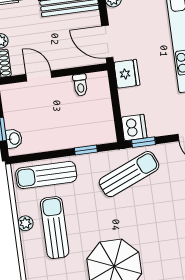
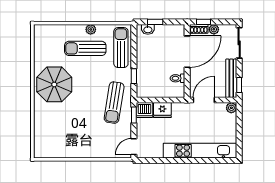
fridge: (127, 74) -> (162, 110), moved
door: (39, 76) -> (187, 52), width x1.88
sun lounger: (129, 174) -> (114, 103), turned 32
sun lounger: (55, 228) -> (85, 48), turned 180

